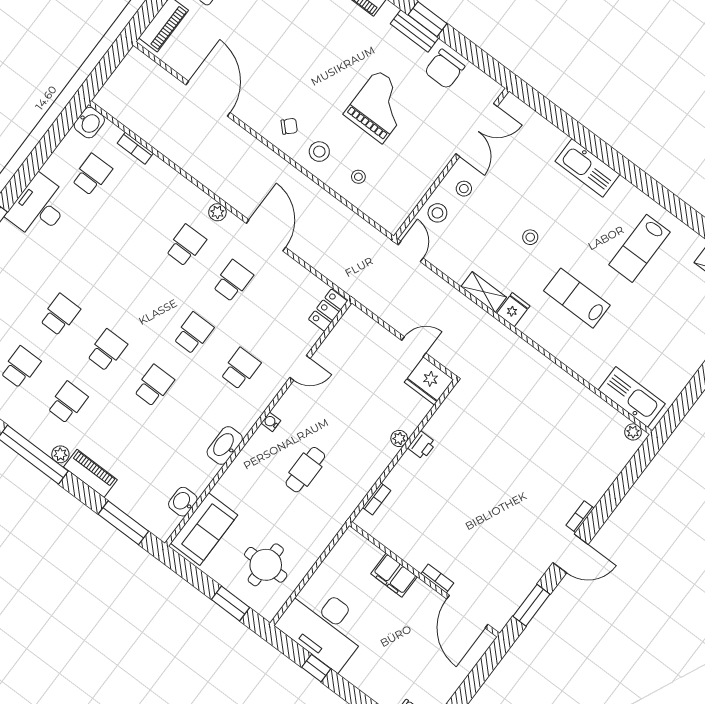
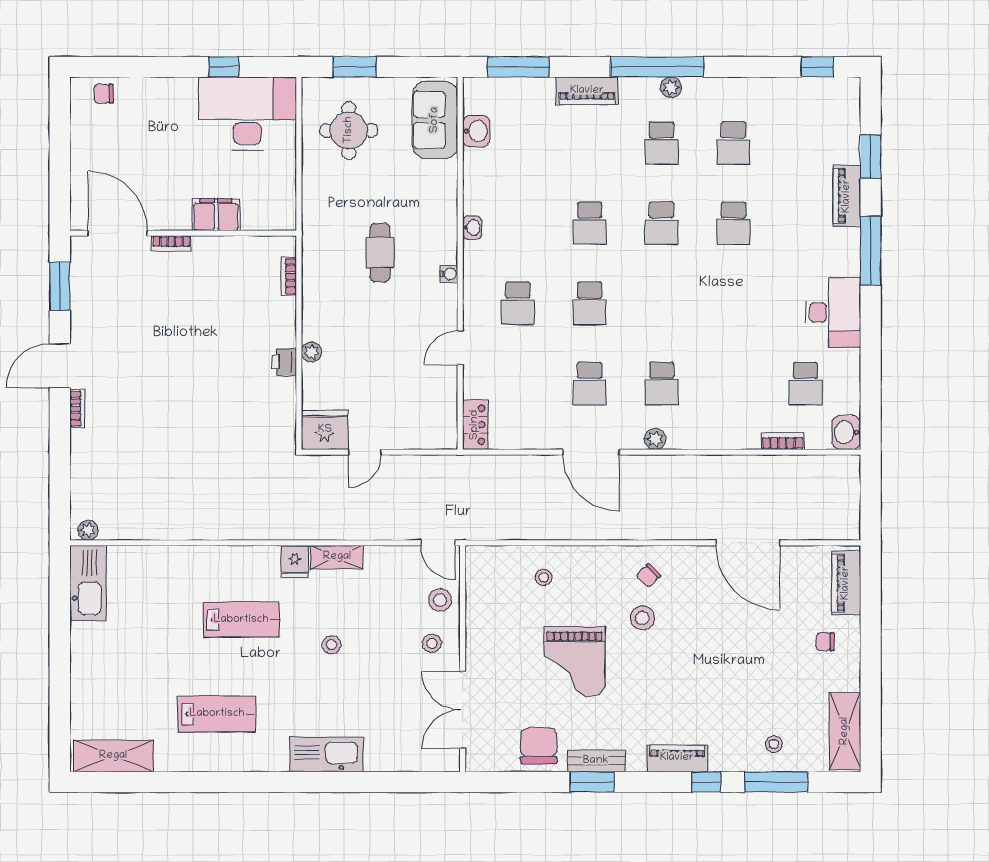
stool: (319, 152) -> (642, 618), moved
lab bench: (639, 248) -> (217, 714), turned 90
kitchen sink: (632, 397) -> (88, 583), moved, turned -90
washbasin: (225, 446) -> (472, 228), width x0.52, depth x0.69
plant: (60, 454) -> (671, 87), moved

